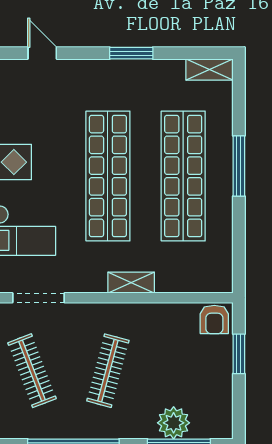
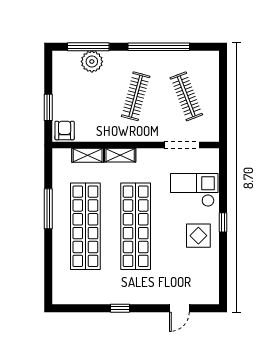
door: (42, 53) -> (179, 308), hinge flipped
window: (131, 53) -> (120, 308), width x0.67
shelving: (209, 70) -> (88, 155), moved
window: (239, 166) -> (48, 209), moved

